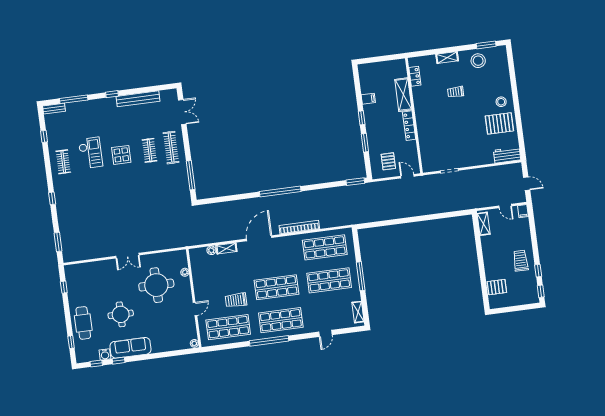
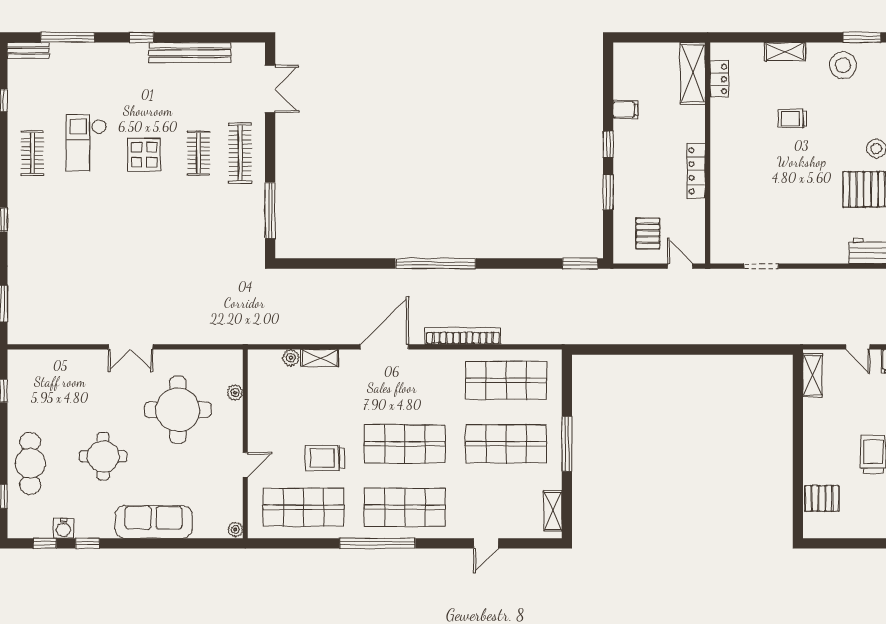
shelving: (403, 95) -> (693, 73), moved
checkout: (90, 153) -> (86, 143), turned 180
sofa: (130, 348) -> (154, 522), moved

